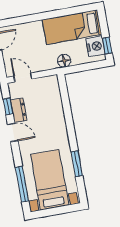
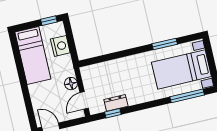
nightstand: (95, 46) -> (60, 46), moved, turned 90
floor lamp: (64, 61) -> (71, 84), moved
door: (13, 133) -> (138, 107), removed

